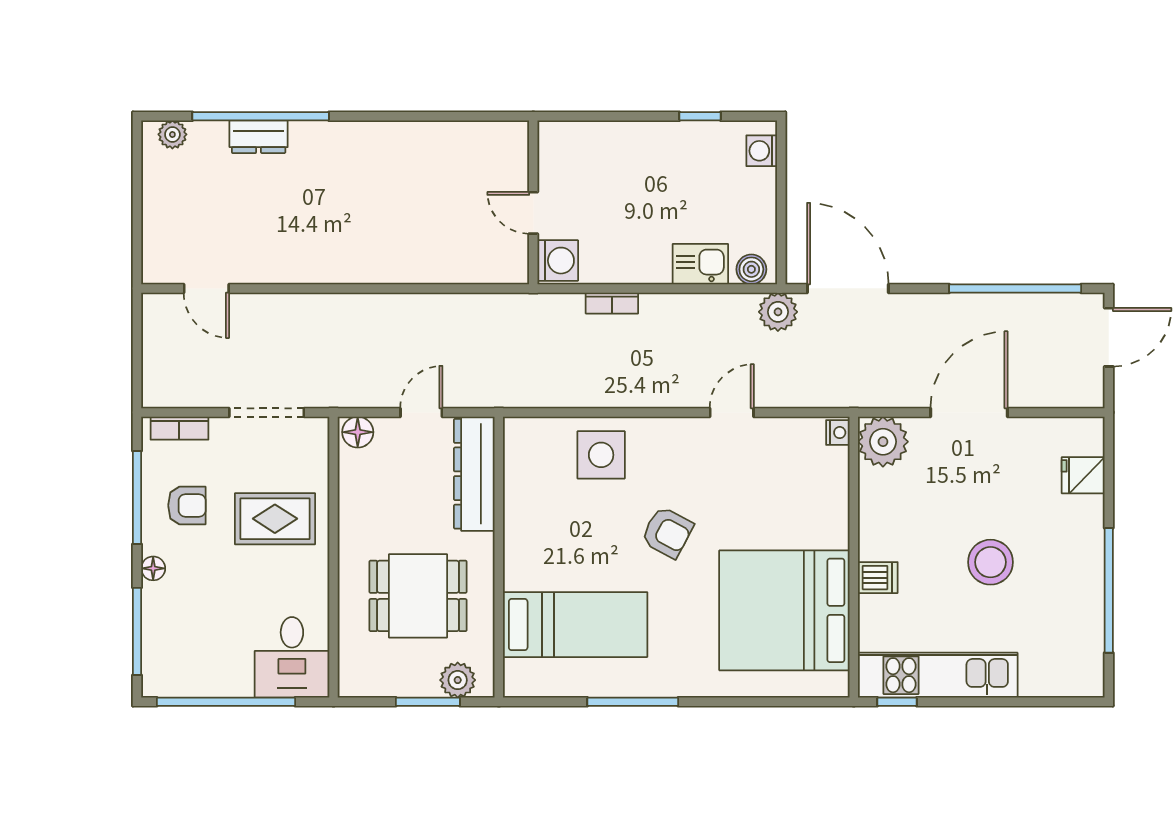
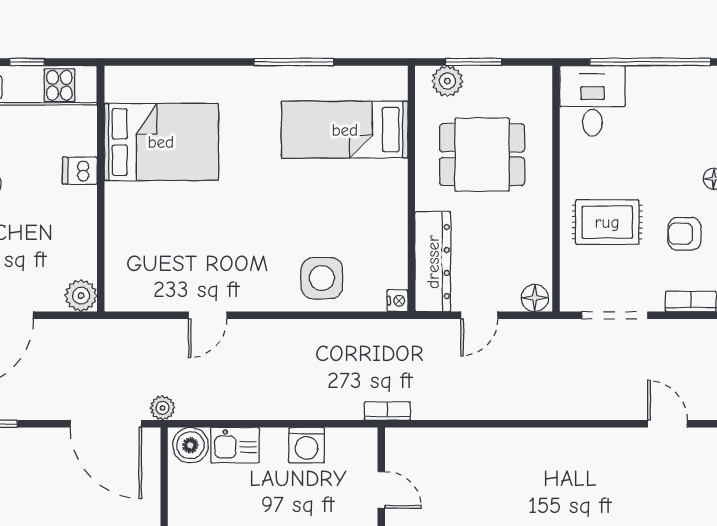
washing machine: (558, 261) -> (307, 445), moved, turned -90
boiler: (751, 269) -> (190, 445), width x1.36, depth x1.36
bookcase: (612, 303) -> (387, 411), moved
plant: (778, 312) -> (162, 408), width x0.73, depth x0.73
nightstand: (838, 433) -> (397, 301), moved, turned 180
plant: (883, 442) -> (81, 295), width x0.73, depth x0.73
armchair: (667, 532) -> (264, 210), removed
bed: (784, 610) -> (161, 142), width x0.73
window: (897, 702) -> (27, 62), moved

